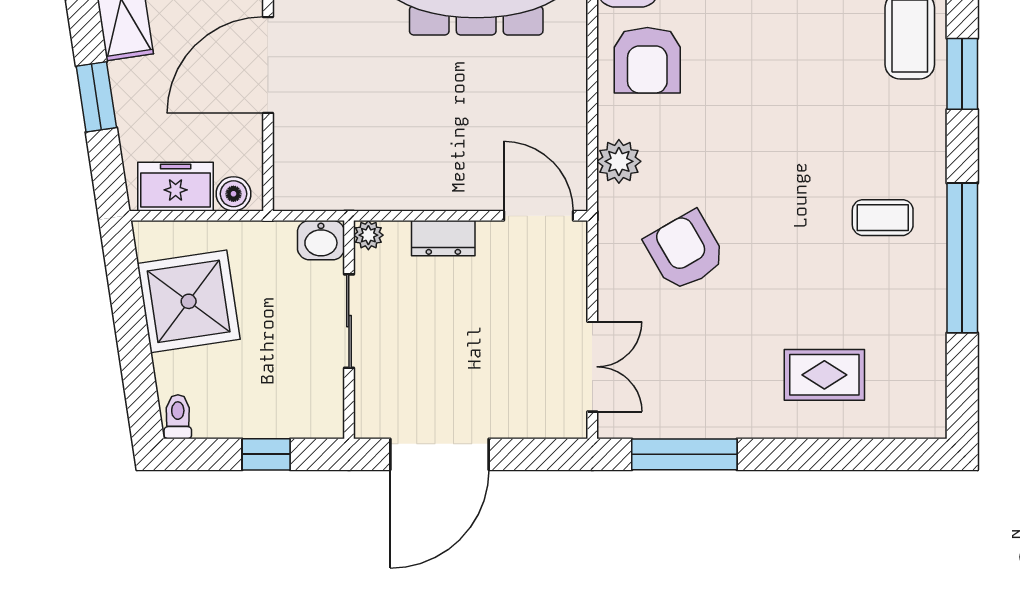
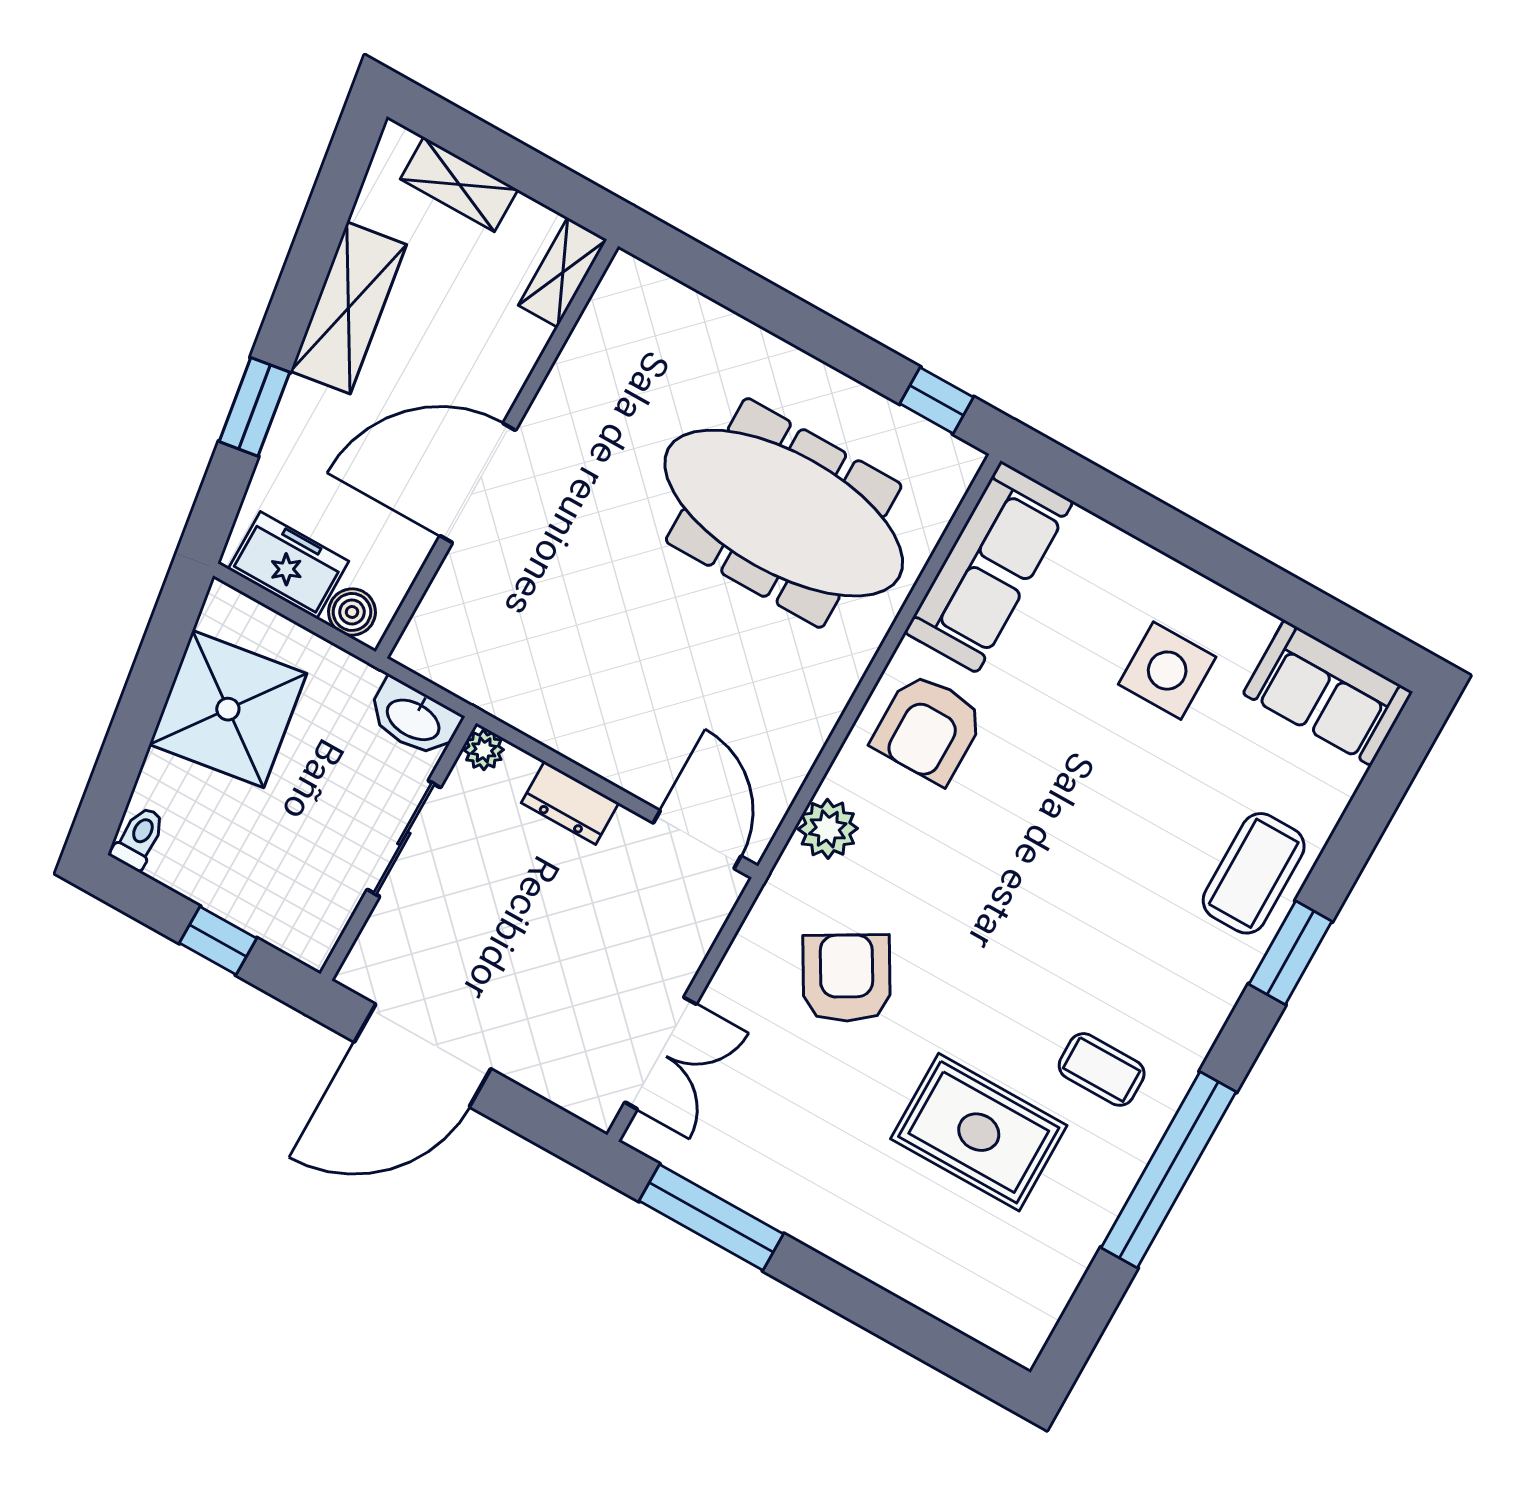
washbasin: (321, 240) -> (414, 718), width x1.38
rug: (824, 375) -> (979, 1132), moved, width x1.36, depth x1.43

